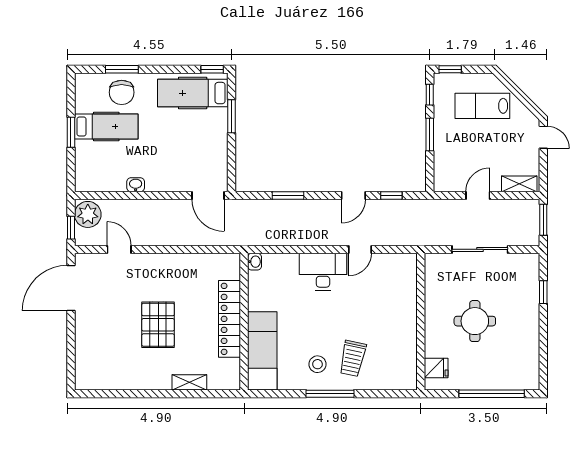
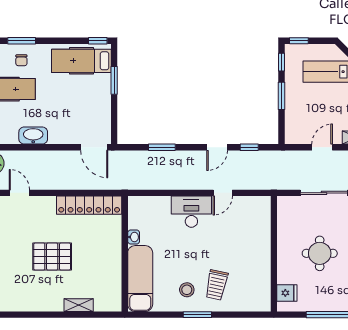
chair: (122, 92) -> (21, 60), width x0.54, depth x0.54
washbasin: (136, 185) -> (33, 136), width x1.91, depth x1.45
washbasin: (255, 262) -> (134, 237), moved
locker: (230, 319) -> (89, 205), moved, turned -90
pallet: (158, 325) -> (52, 257), turned 90
window: (330, 394) -> (197, 315), width x0.69

